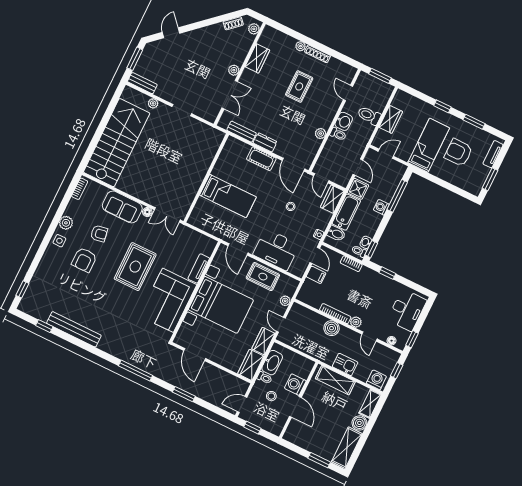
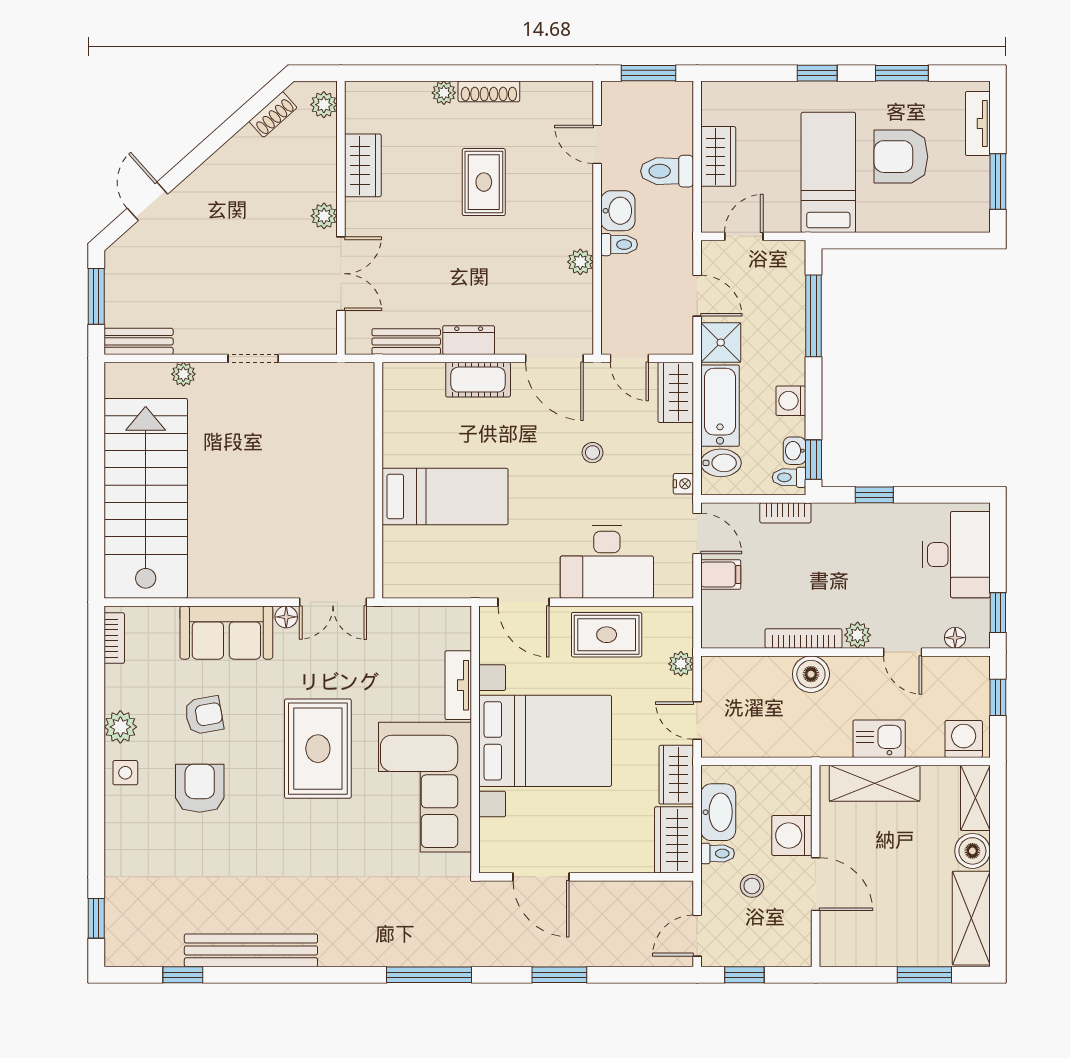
washing machine: (381, 207) -> (791, 401), moved
armchair: (84, 260) -> (200, 788), turned 180

